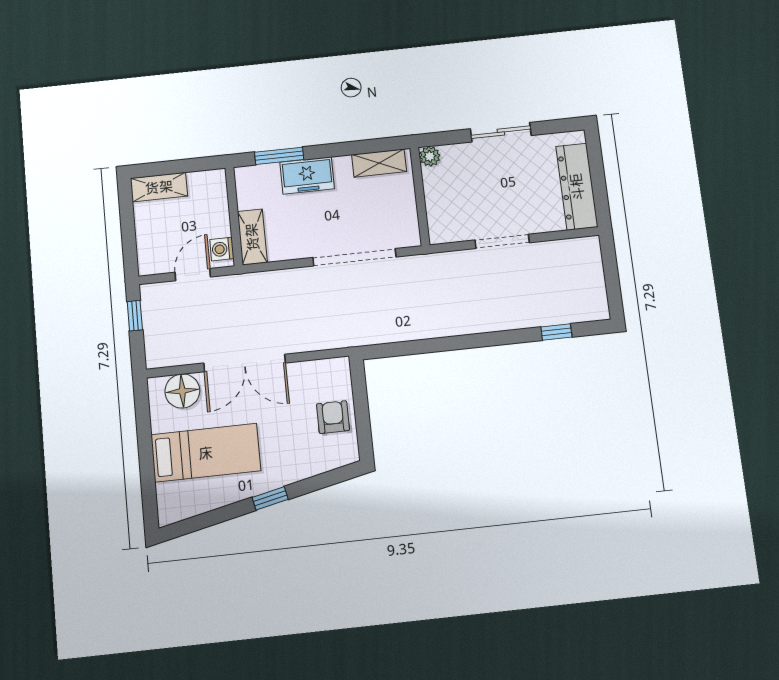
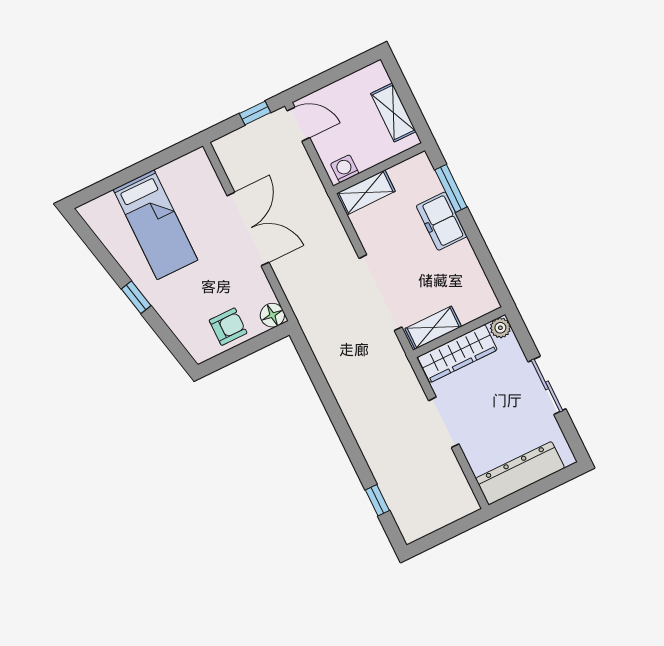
shelving: (379, 163) -> (433, 328), moved, turned 90
shelving: (159, 187) -> (393, 112), moved
wardrobe: (440, 205) -> (457, 353), added
door: (193, 275) -> (298, 124), moved
double door: (245, 363) -> (248, 229), swing flipped
floor lamp: (182, 391) -> (272, 315), moved, width x0.73, depth x0.73

